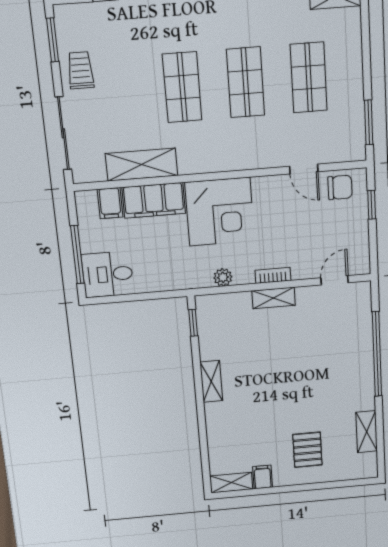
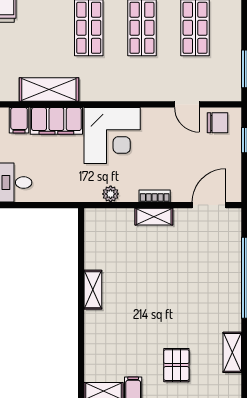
door: (335, 280) -> (209, 205), width x1.37
window: (193, 323) -> (81, 233), removed

